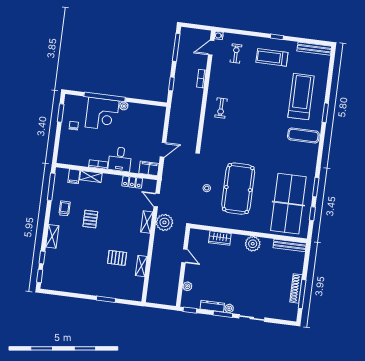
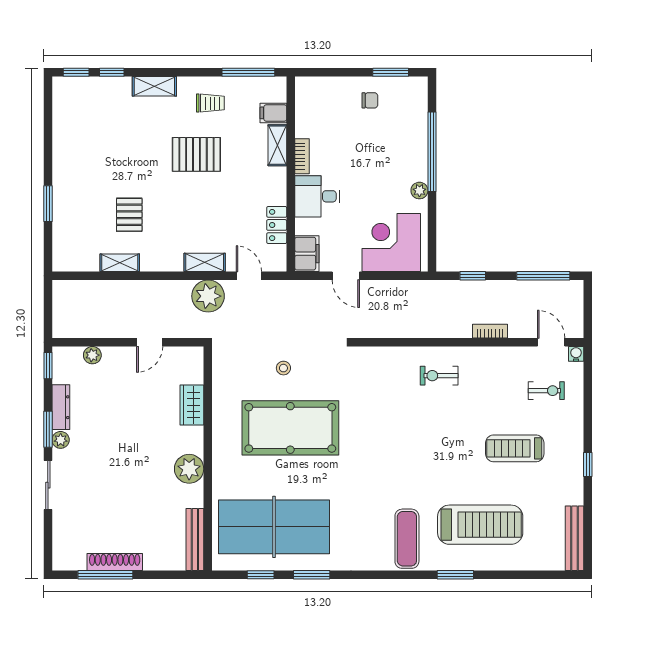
treadmill: (272, 57) -> (515, 448), moved, turned -90
corner desk: (102, 114) -> (391, 242), moved, turned 90
door: (157, 200) -> (249, 276), hinge flipped
pallet: (90, 219) -> (196, 154), width x1.50, depth x1.42

